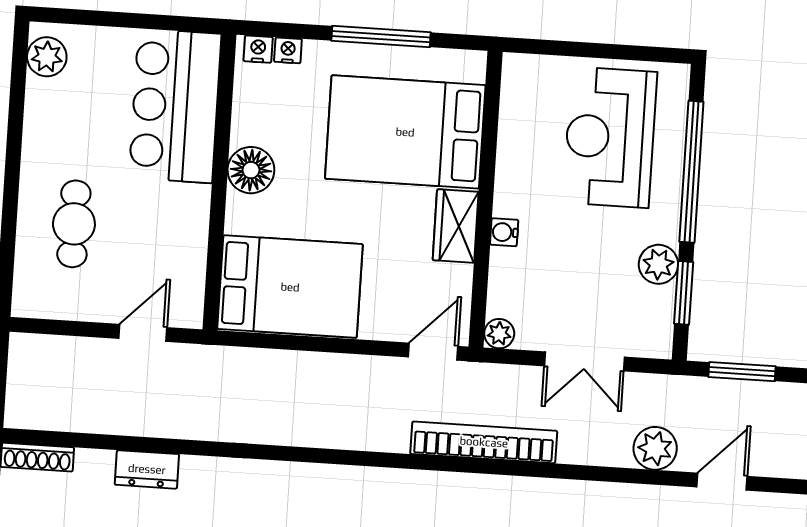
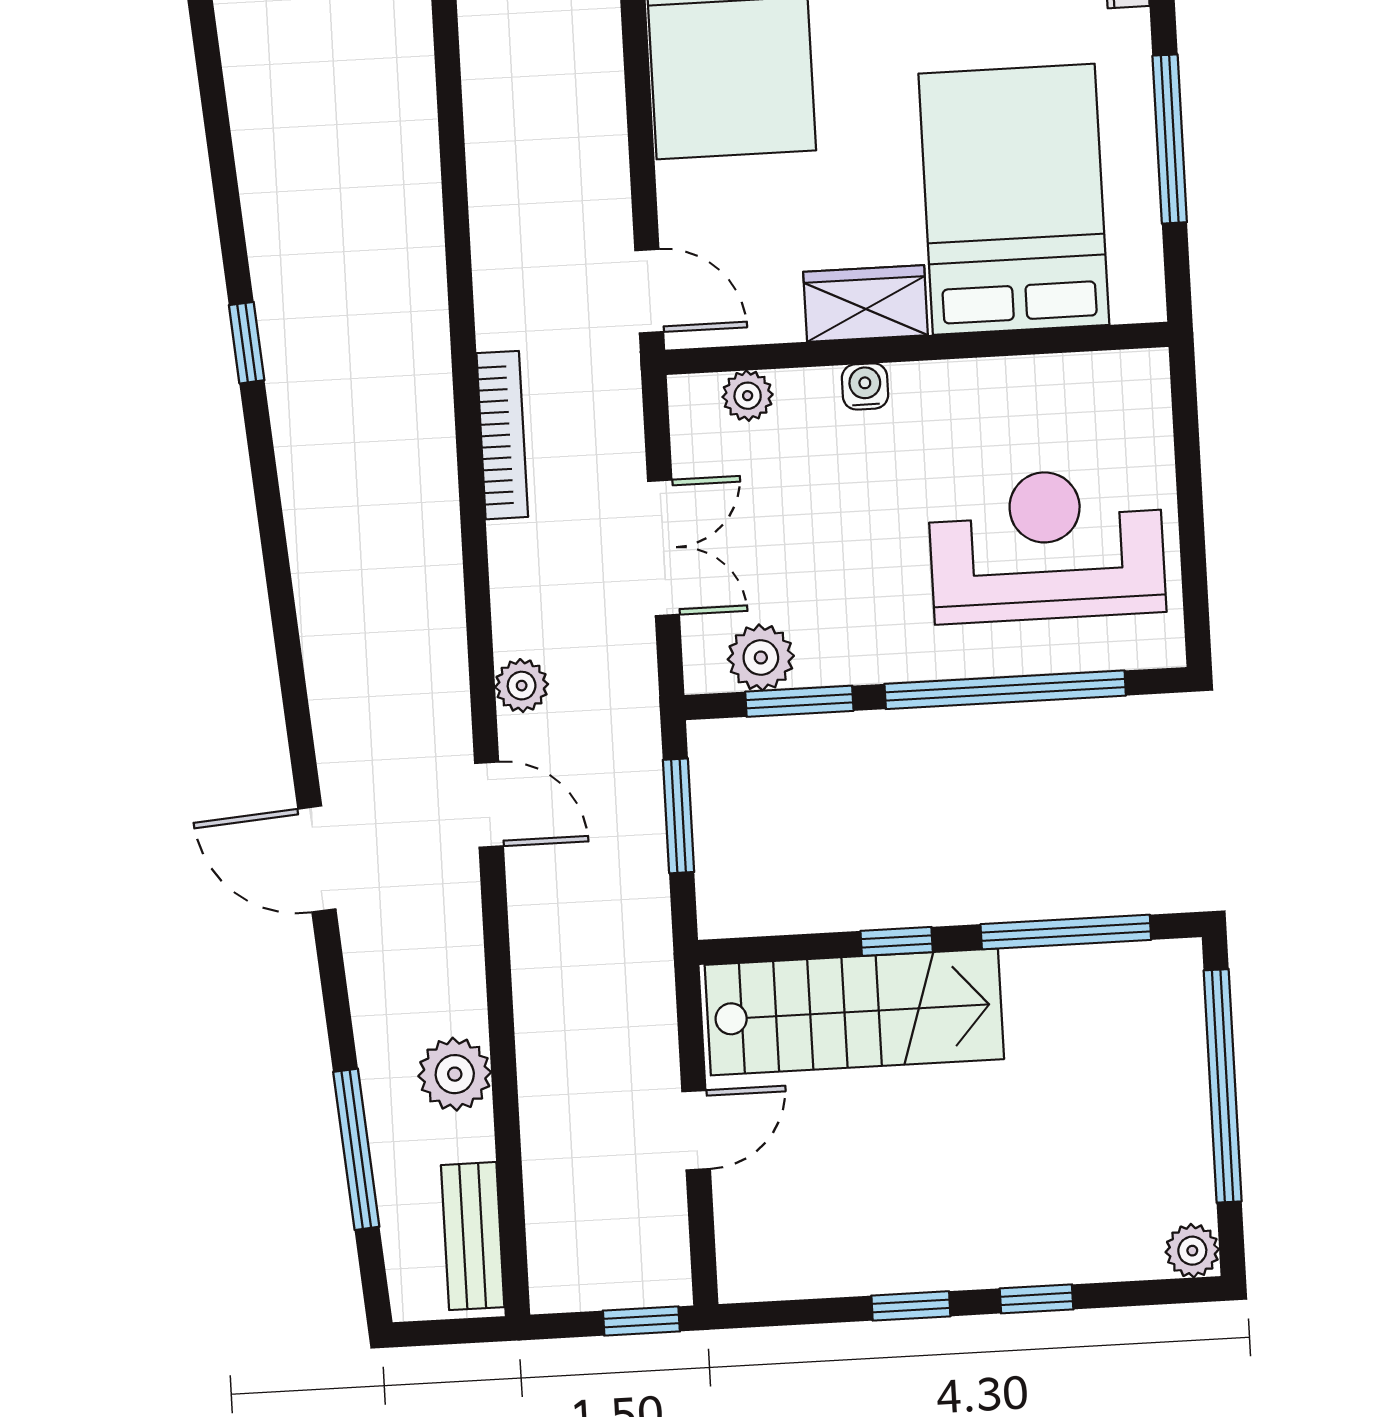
plant: (658, 264) -> (761, 657), moved
plant: (499, 334) -> (748, 396), moved
double door: (584, 361) -> (664, 548), swing flipped
bookcase: (484, 442) -> (502, 435), width x0.68, depth x0.76
plant: (655, 448) -> (522, 686), width x0.73, depth x0.73

